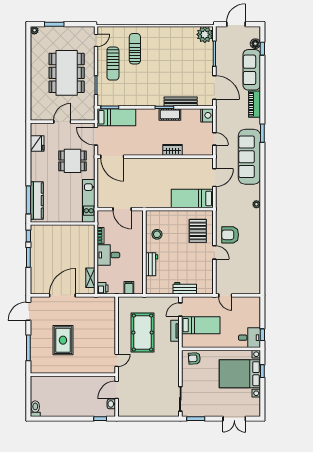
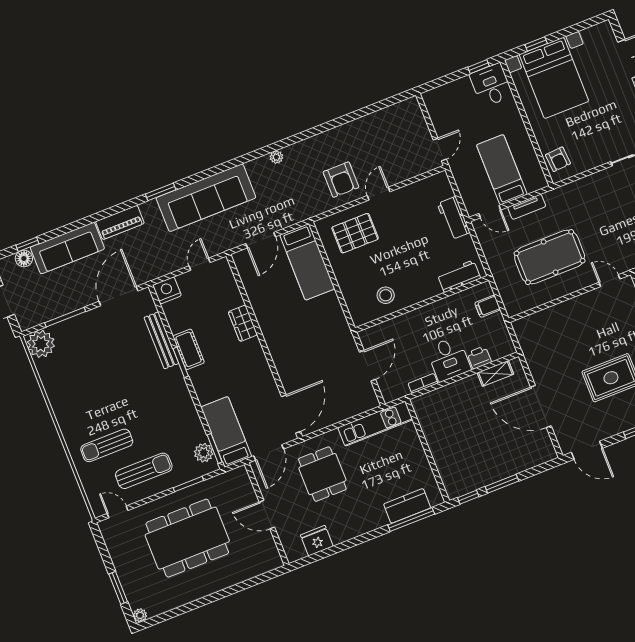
plant: (110, 100) -> (204, 453), added
door: (214, 178) -> (261, 240), swing flipped
kitchen counter: (37, 201) -> (407, 506), width x0.67
workbench: (152, 264) -> (459, 276), moved
printer: (103, 288) -> (479, 357), moved

